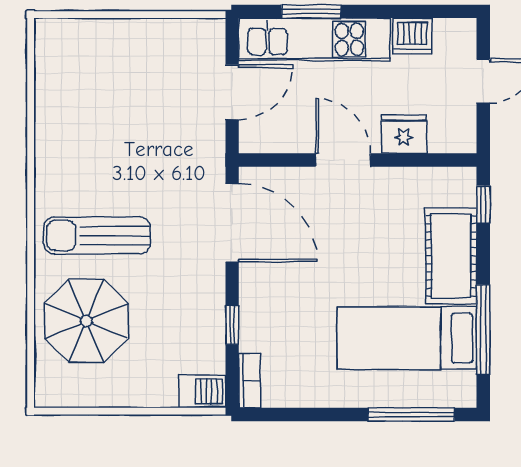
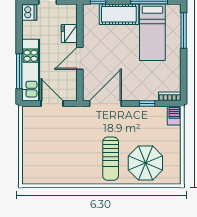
window: (311, 11) -> (19, 71), width x1.44
dishwasher: (412, 36) -> (29, 12), moved

